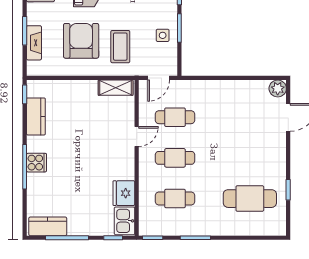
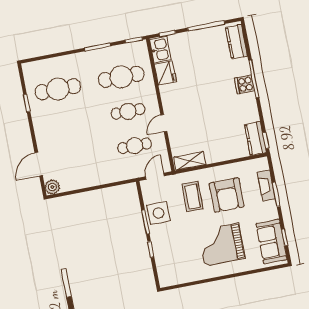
side table: (163, 35) -> (159, 213), width x1.87, depth x1.87
kitchen counter: (36, 116) -> (255, 139), moved
cafe table: (175, 199) -> (121, 77), width x1.37, depth x1.35
kitchen counter: (48, 226) -> (237, 42), moved, turned 90

